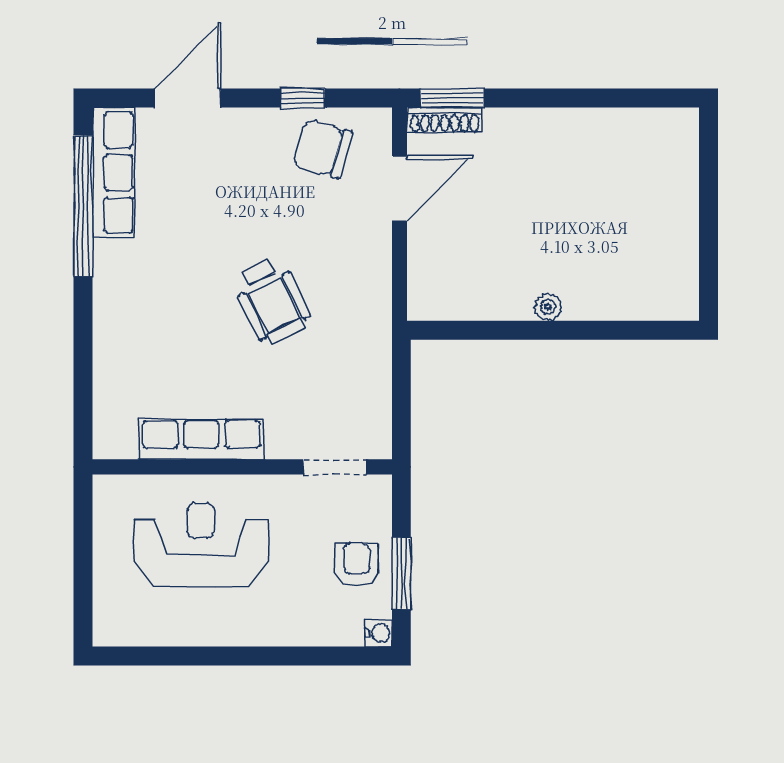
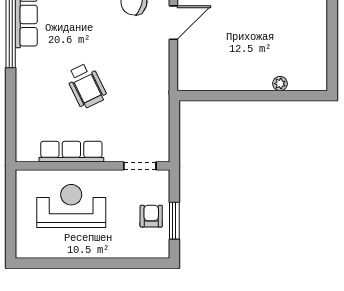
wheelchair: (272, 300) -> (86, 86), moved
plant: (548, 307) -> (280, 84), moved
water cooler: (379, 633) -> (163, 251), removed

